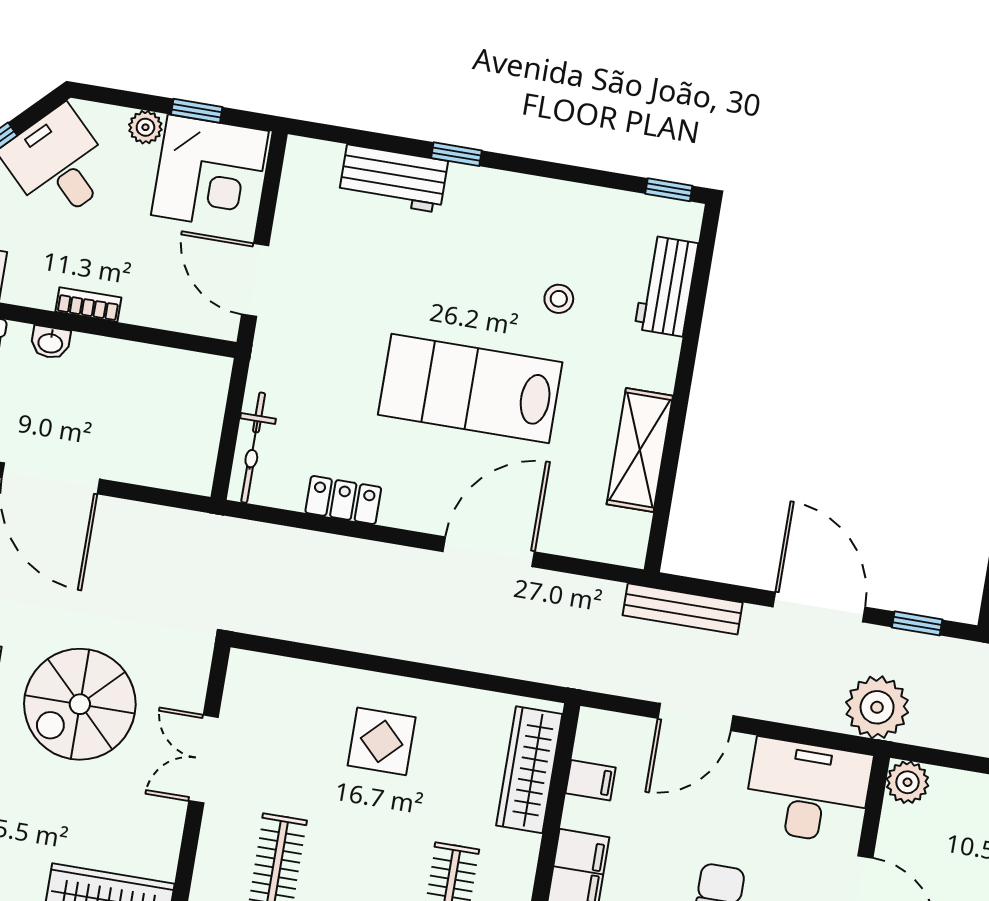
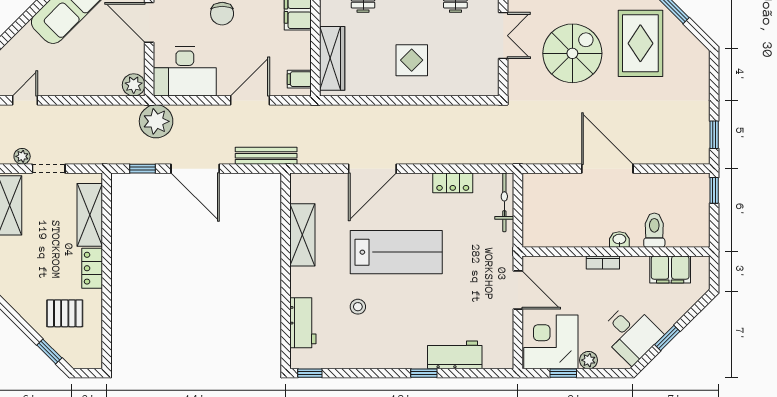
filing cabinet: (591, 780) -> (299, 79), moved

